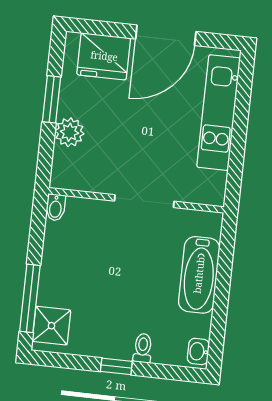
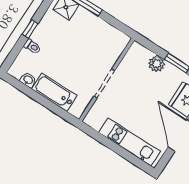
bidet: (56, 207) -> (123, 38), removed
washbasin: (198, 351) -> (28, 80), moved

